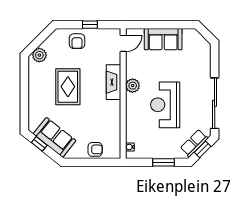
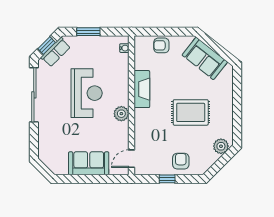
fireplace: (113, 82) -> (142, 89), moved
rug: (68, 87) -> (191, 112), turned 90
window: (39, 144) -> (221, 51), removed

